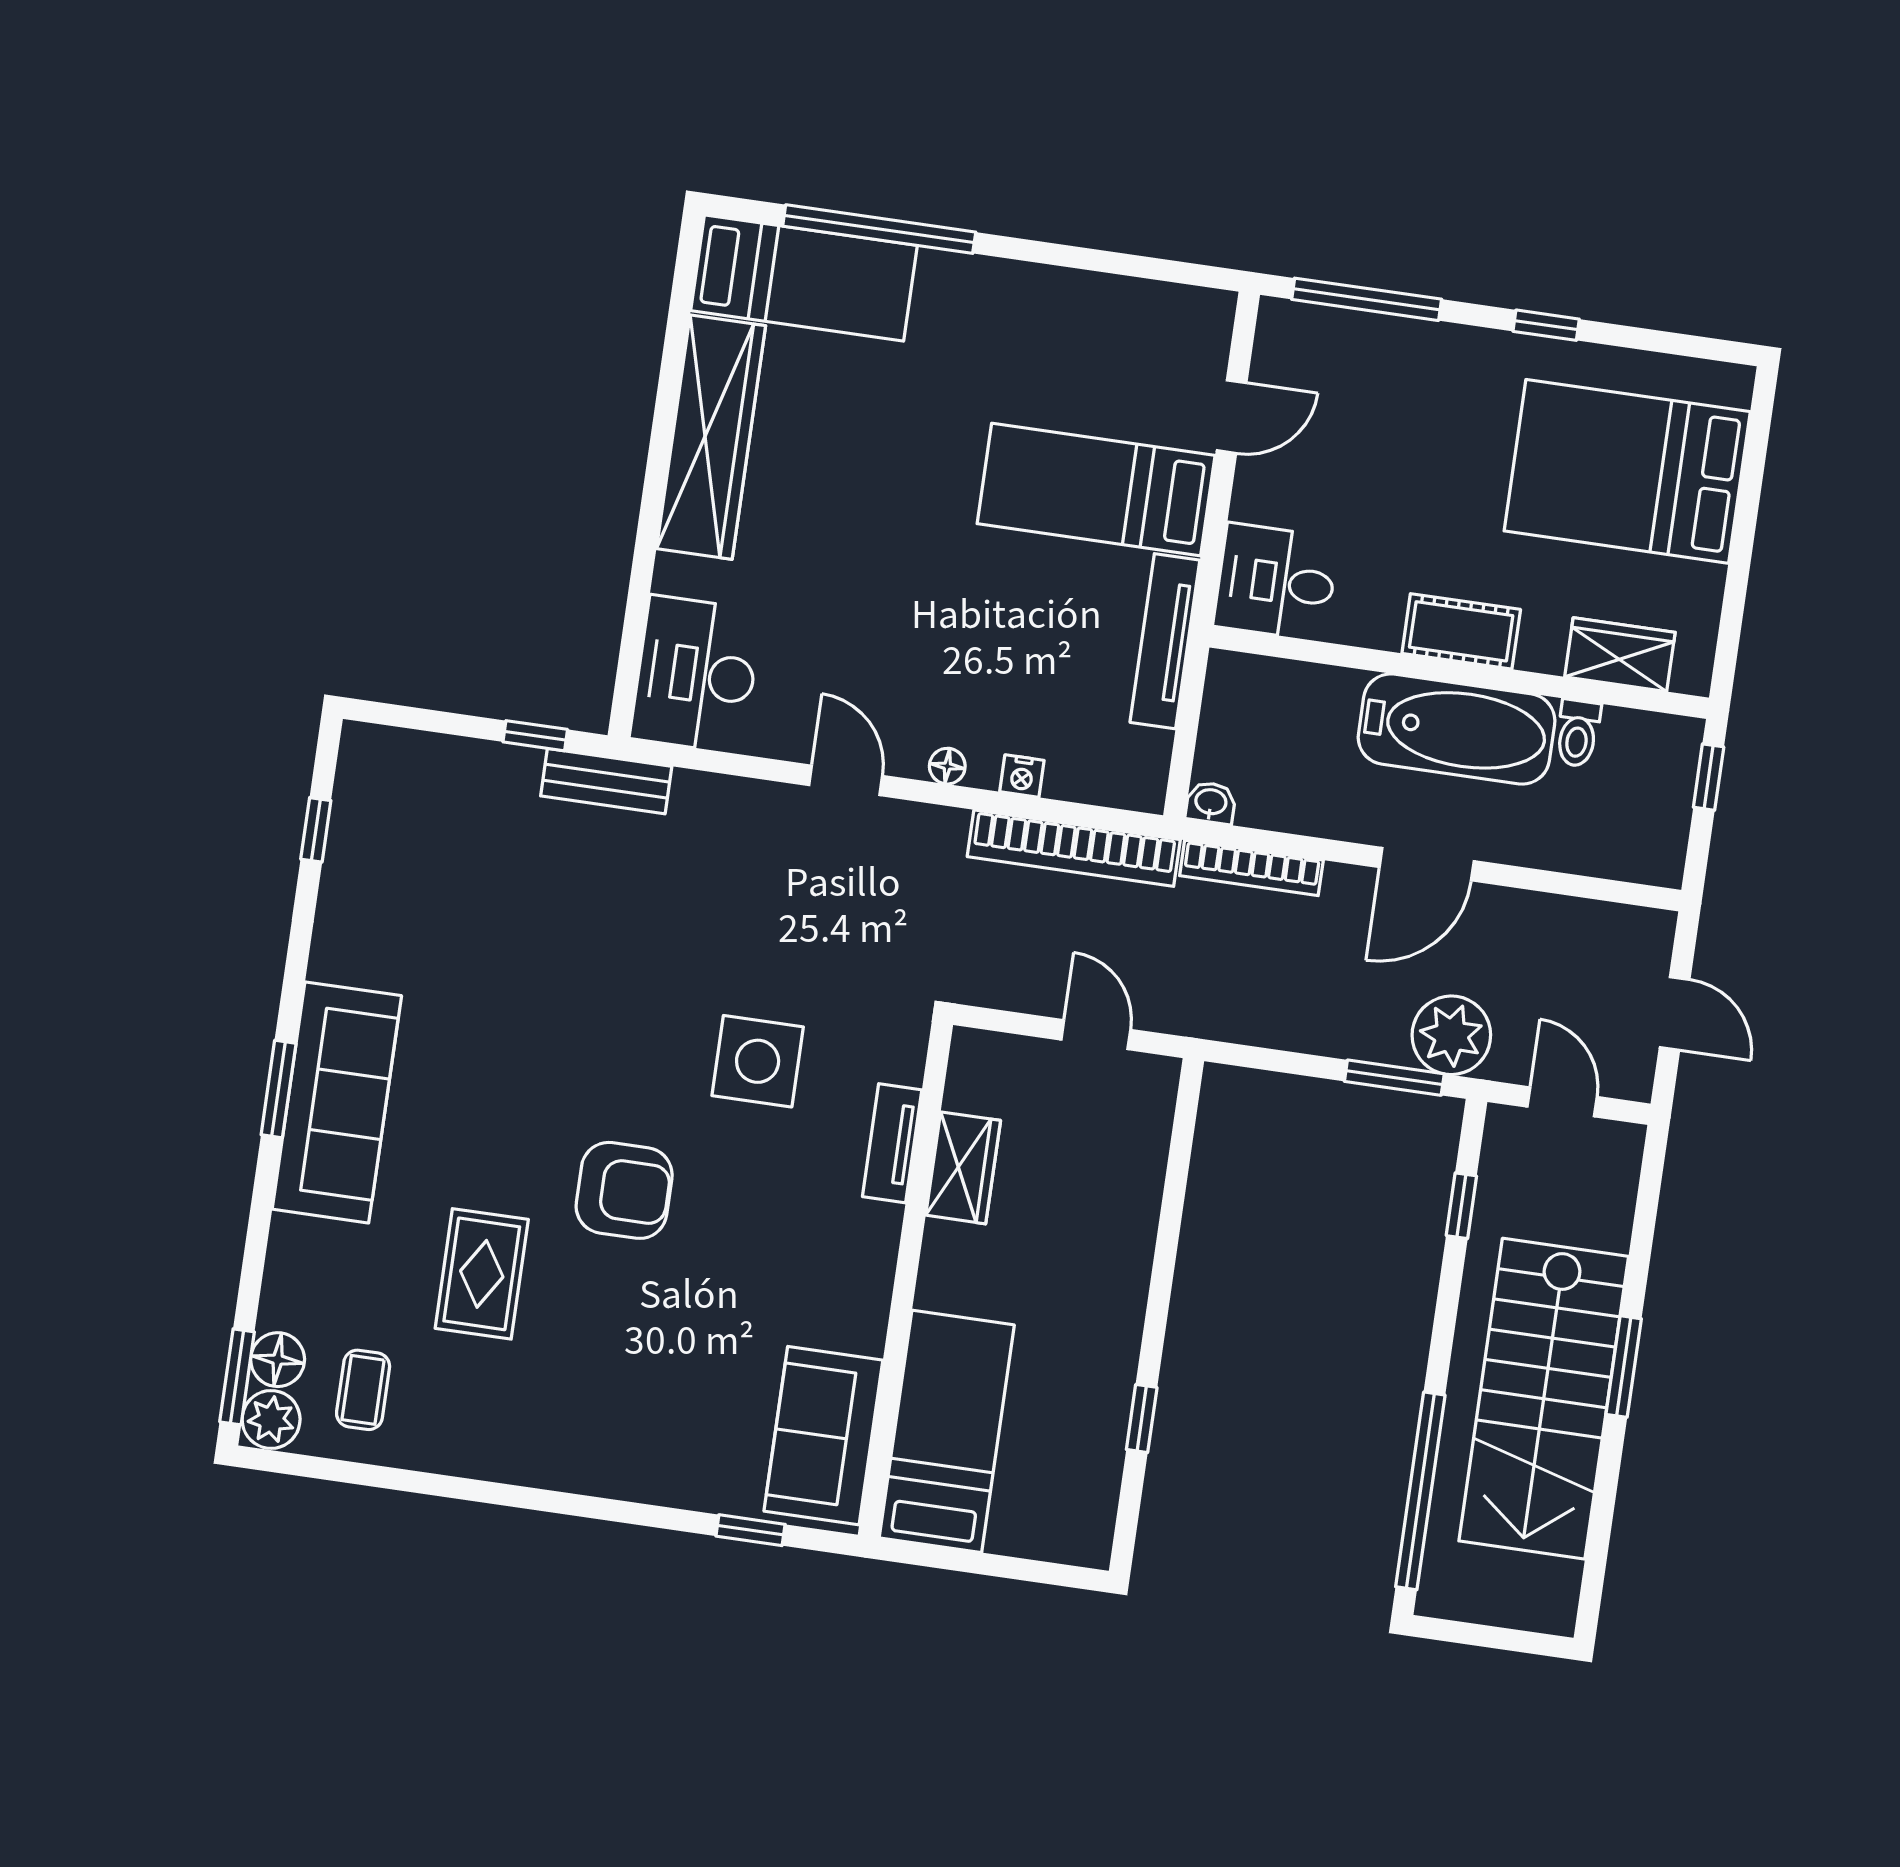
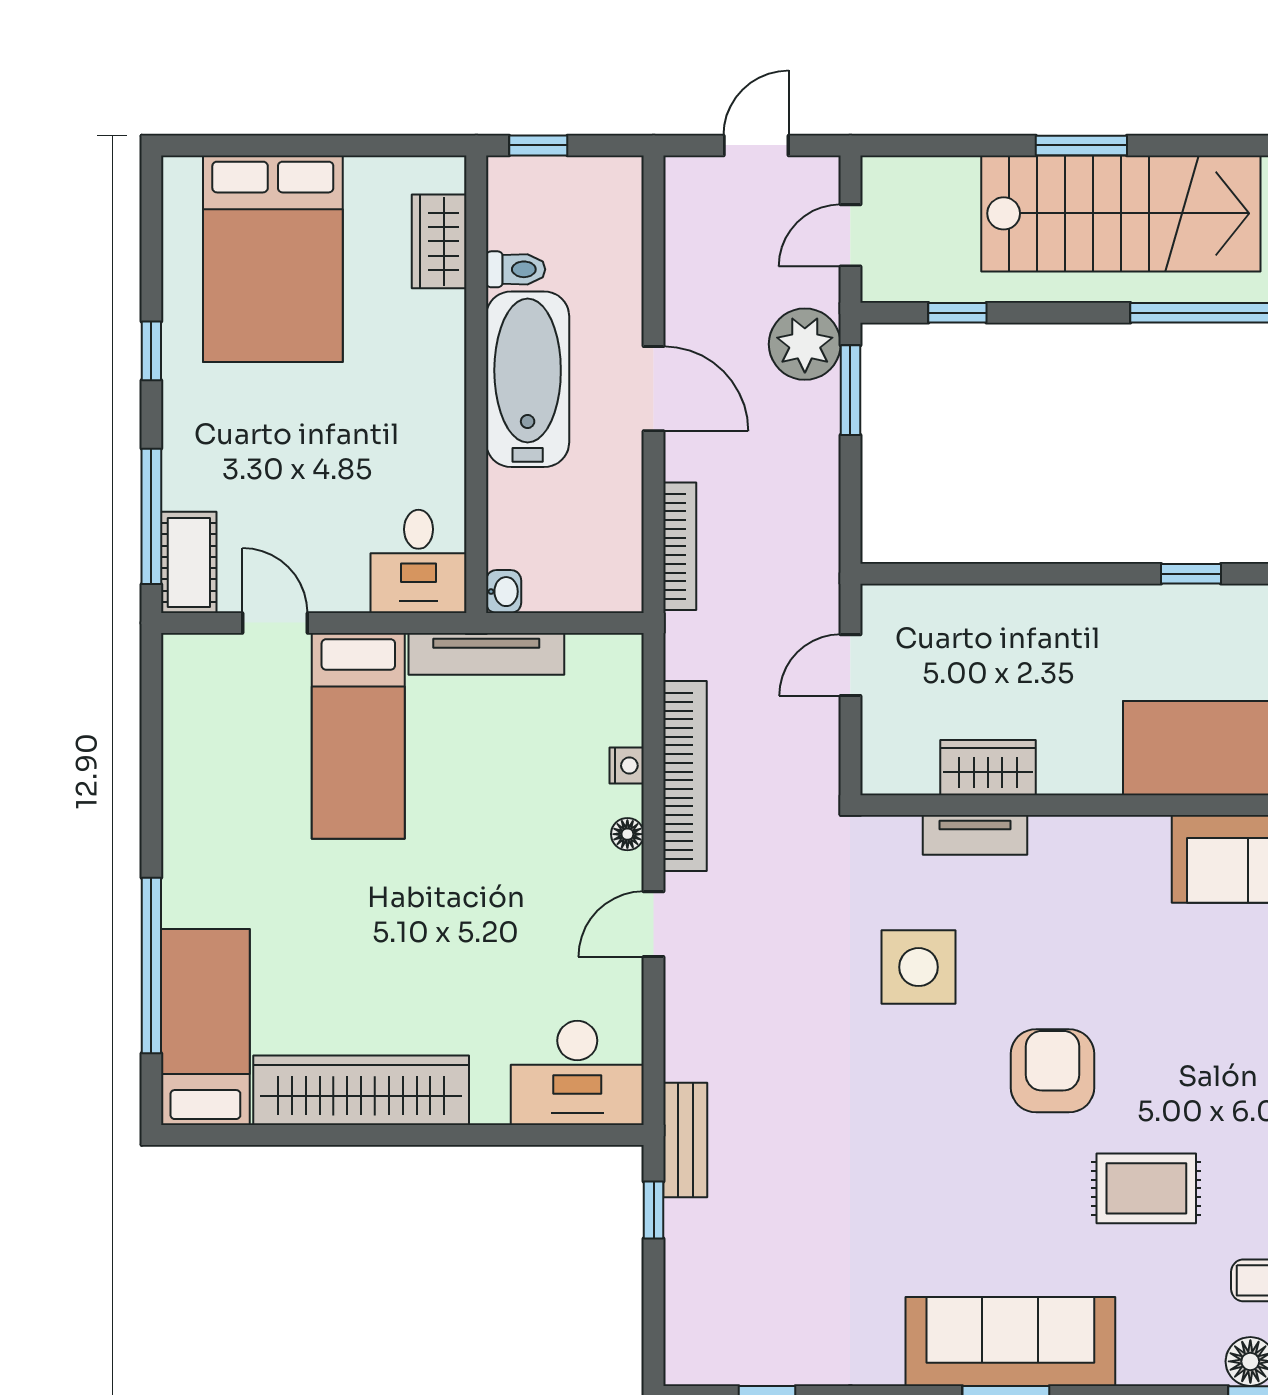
cot: (1461, 631) -> (189, 562), moved
washbasin: (1211, 803) -> (504, 592), moved, turned 180
bookcase: (1074, 848) -> (685, 776), moved

